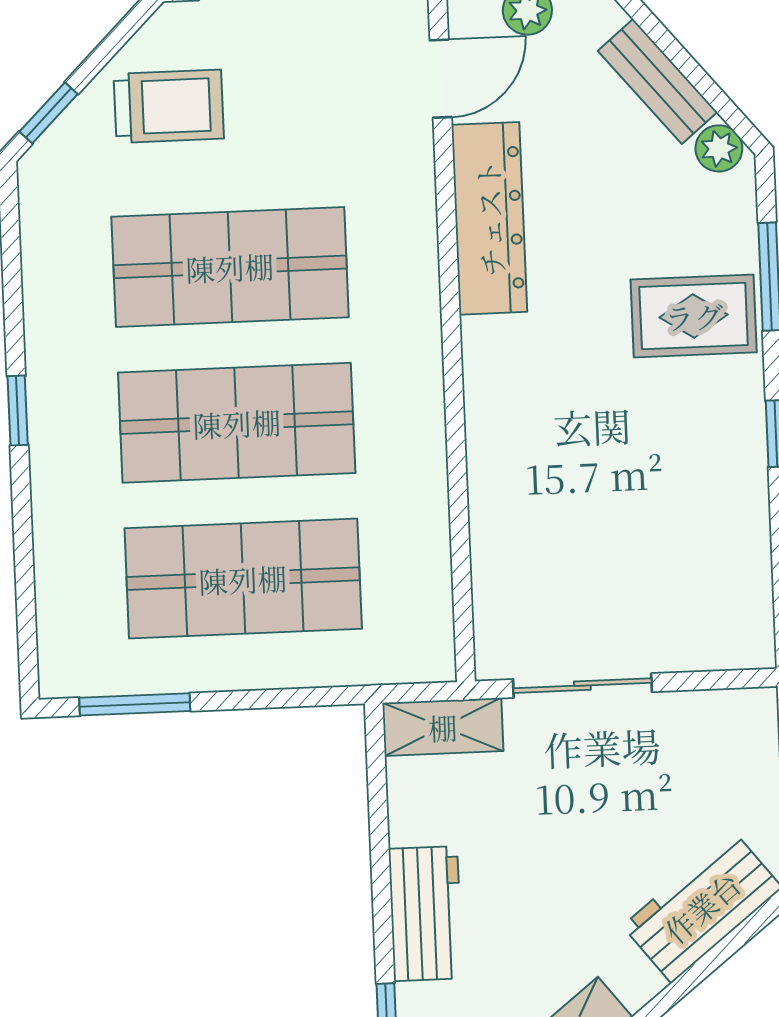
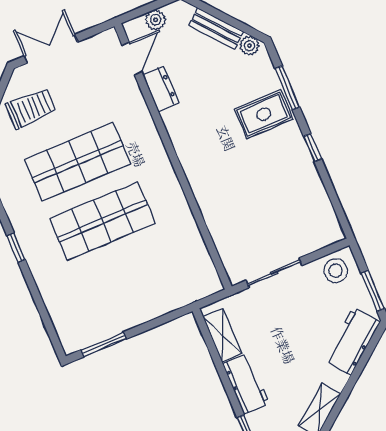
dresser: (489, 218) -> (161, 89), width x0.51, depth x0.80
shop shelf: (243, 579) -> (127, 280), removed
shelving: (443, 727) -> (222, 335), moved, turned 90
stool: (724, 733) -> (336, 271), added

